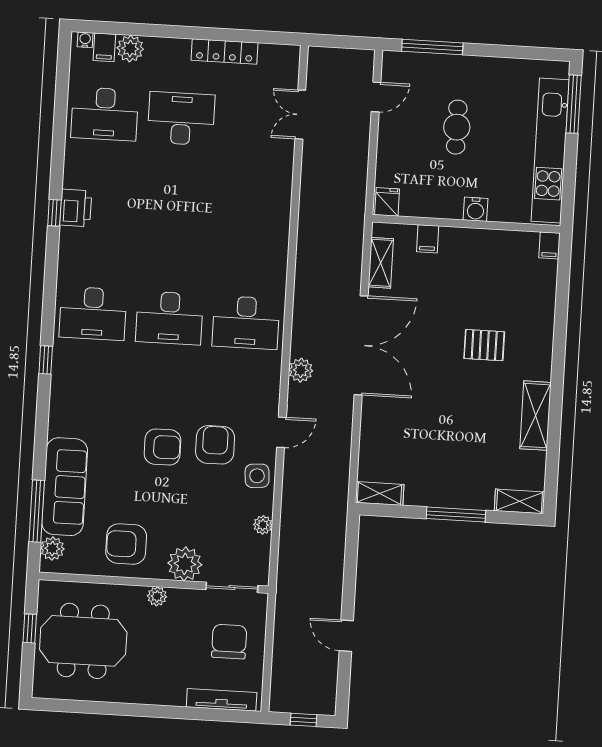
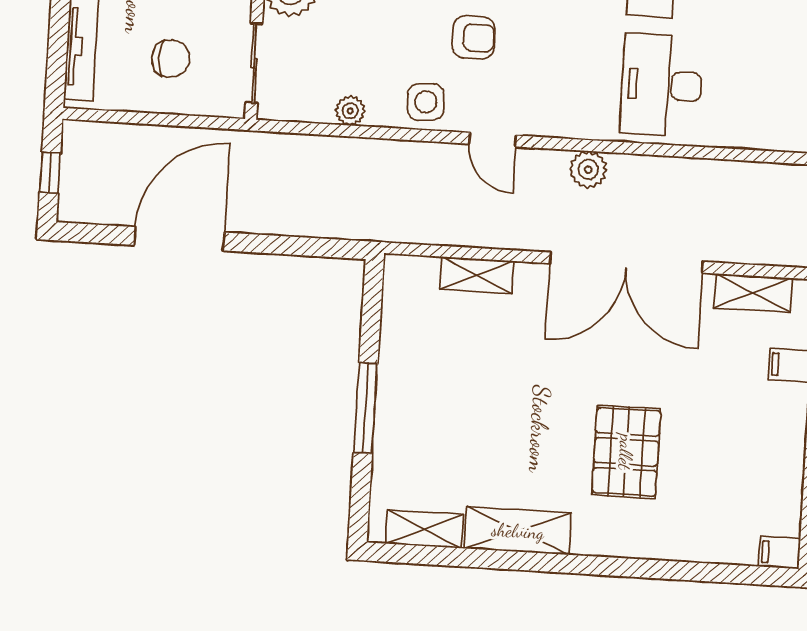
pallet: (484, 345) -> (626, 452), width x1.50, depth x1.42
armchair: (215, 445) -> (474, 37), width x0.72, depth x0.72
shelving: (380, 493) -> (477, 275), moved, turned 90
shelving: (519, 501) -> (424, 529), moved, turned 90
door: (346, 636) -> (179, 239), width x1.88
chair: (229, 642) -> (171, 59), width x0.73, depth x0.73

